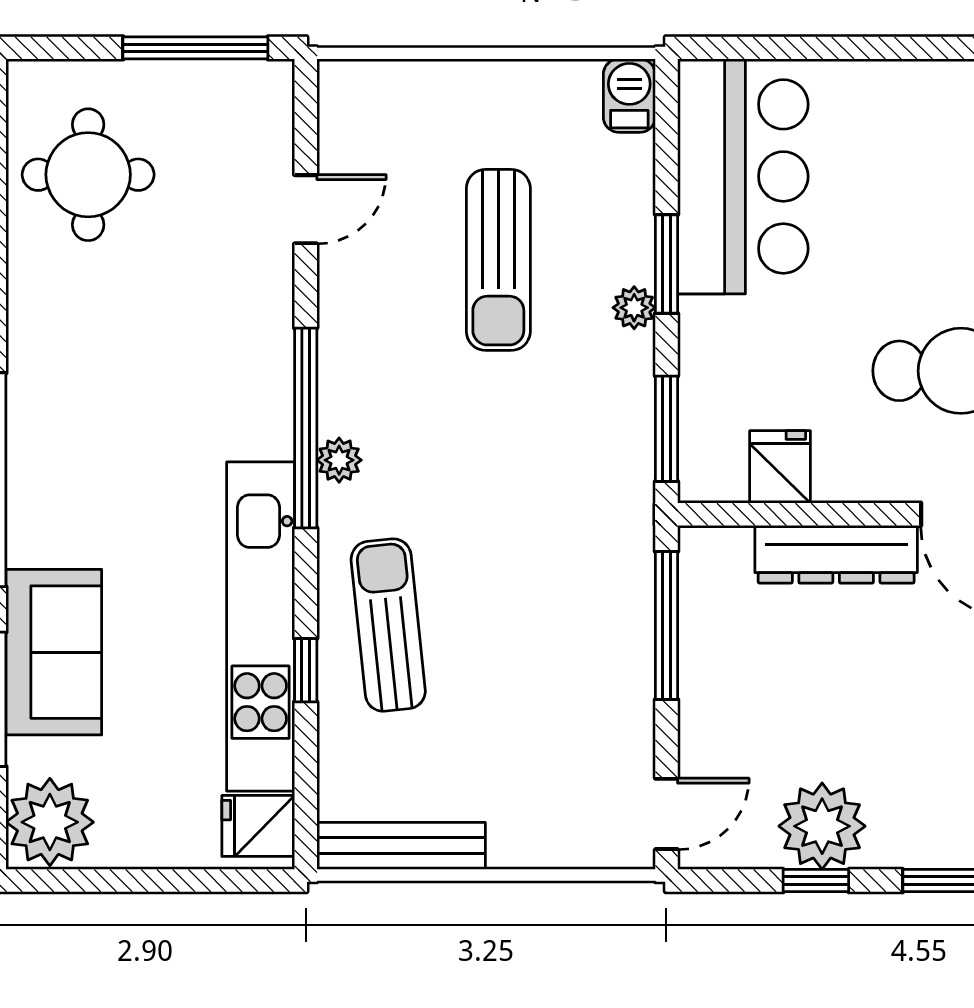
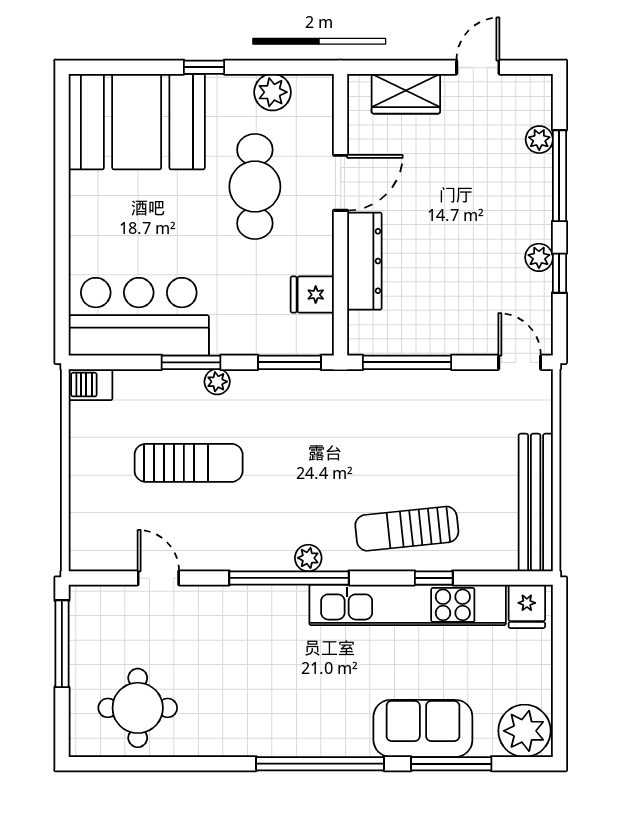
plant: (822, 826) -> (539, 257), width x0.53, depth x0.53
bench: (401, 846) -> (536, 503), width x1.37, depth x1.21

